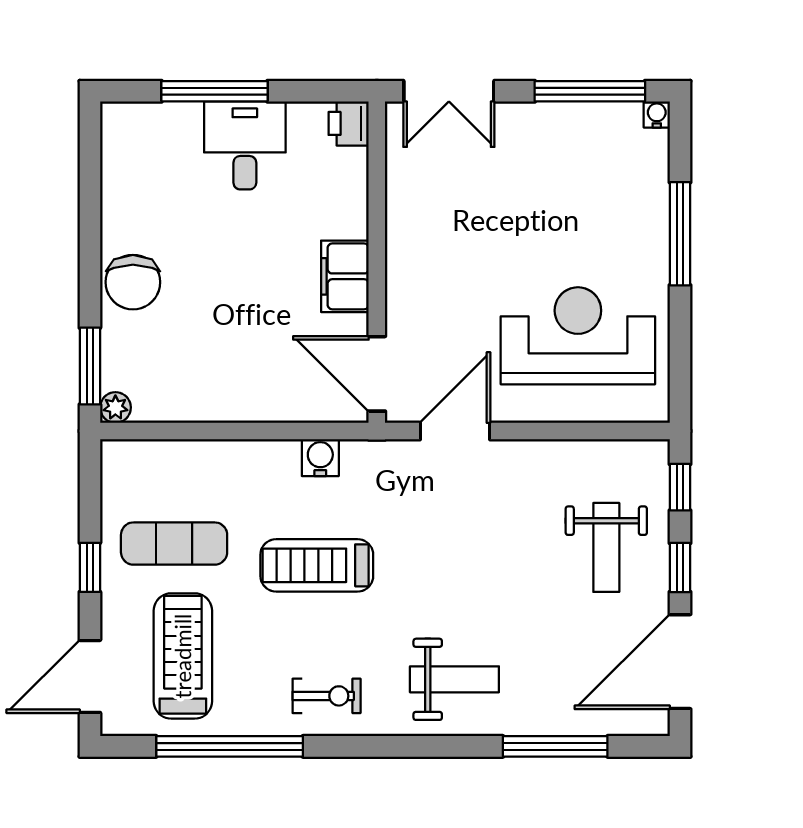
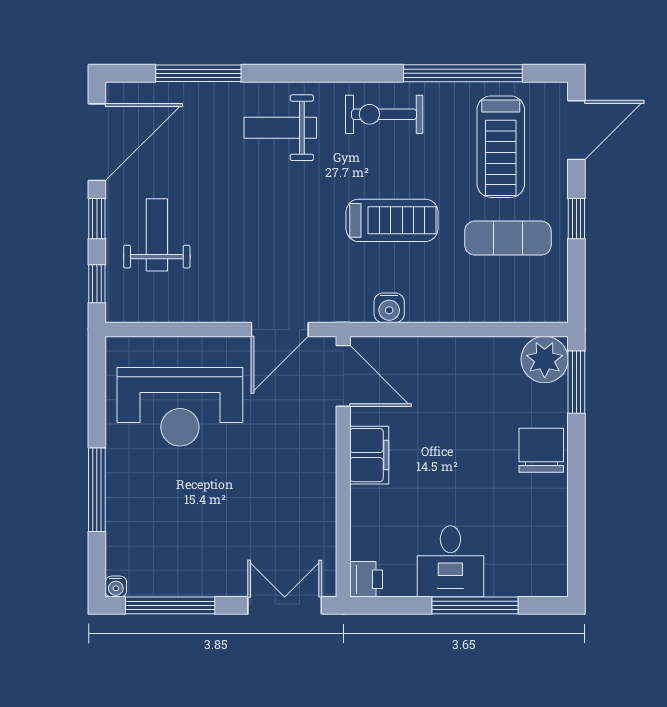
plant: (115, 407) -> (545, 359), width x1.87, depth x1.87
exercise bike: (327, 696) -> (384, 114), width x1.38, depth x1.39

